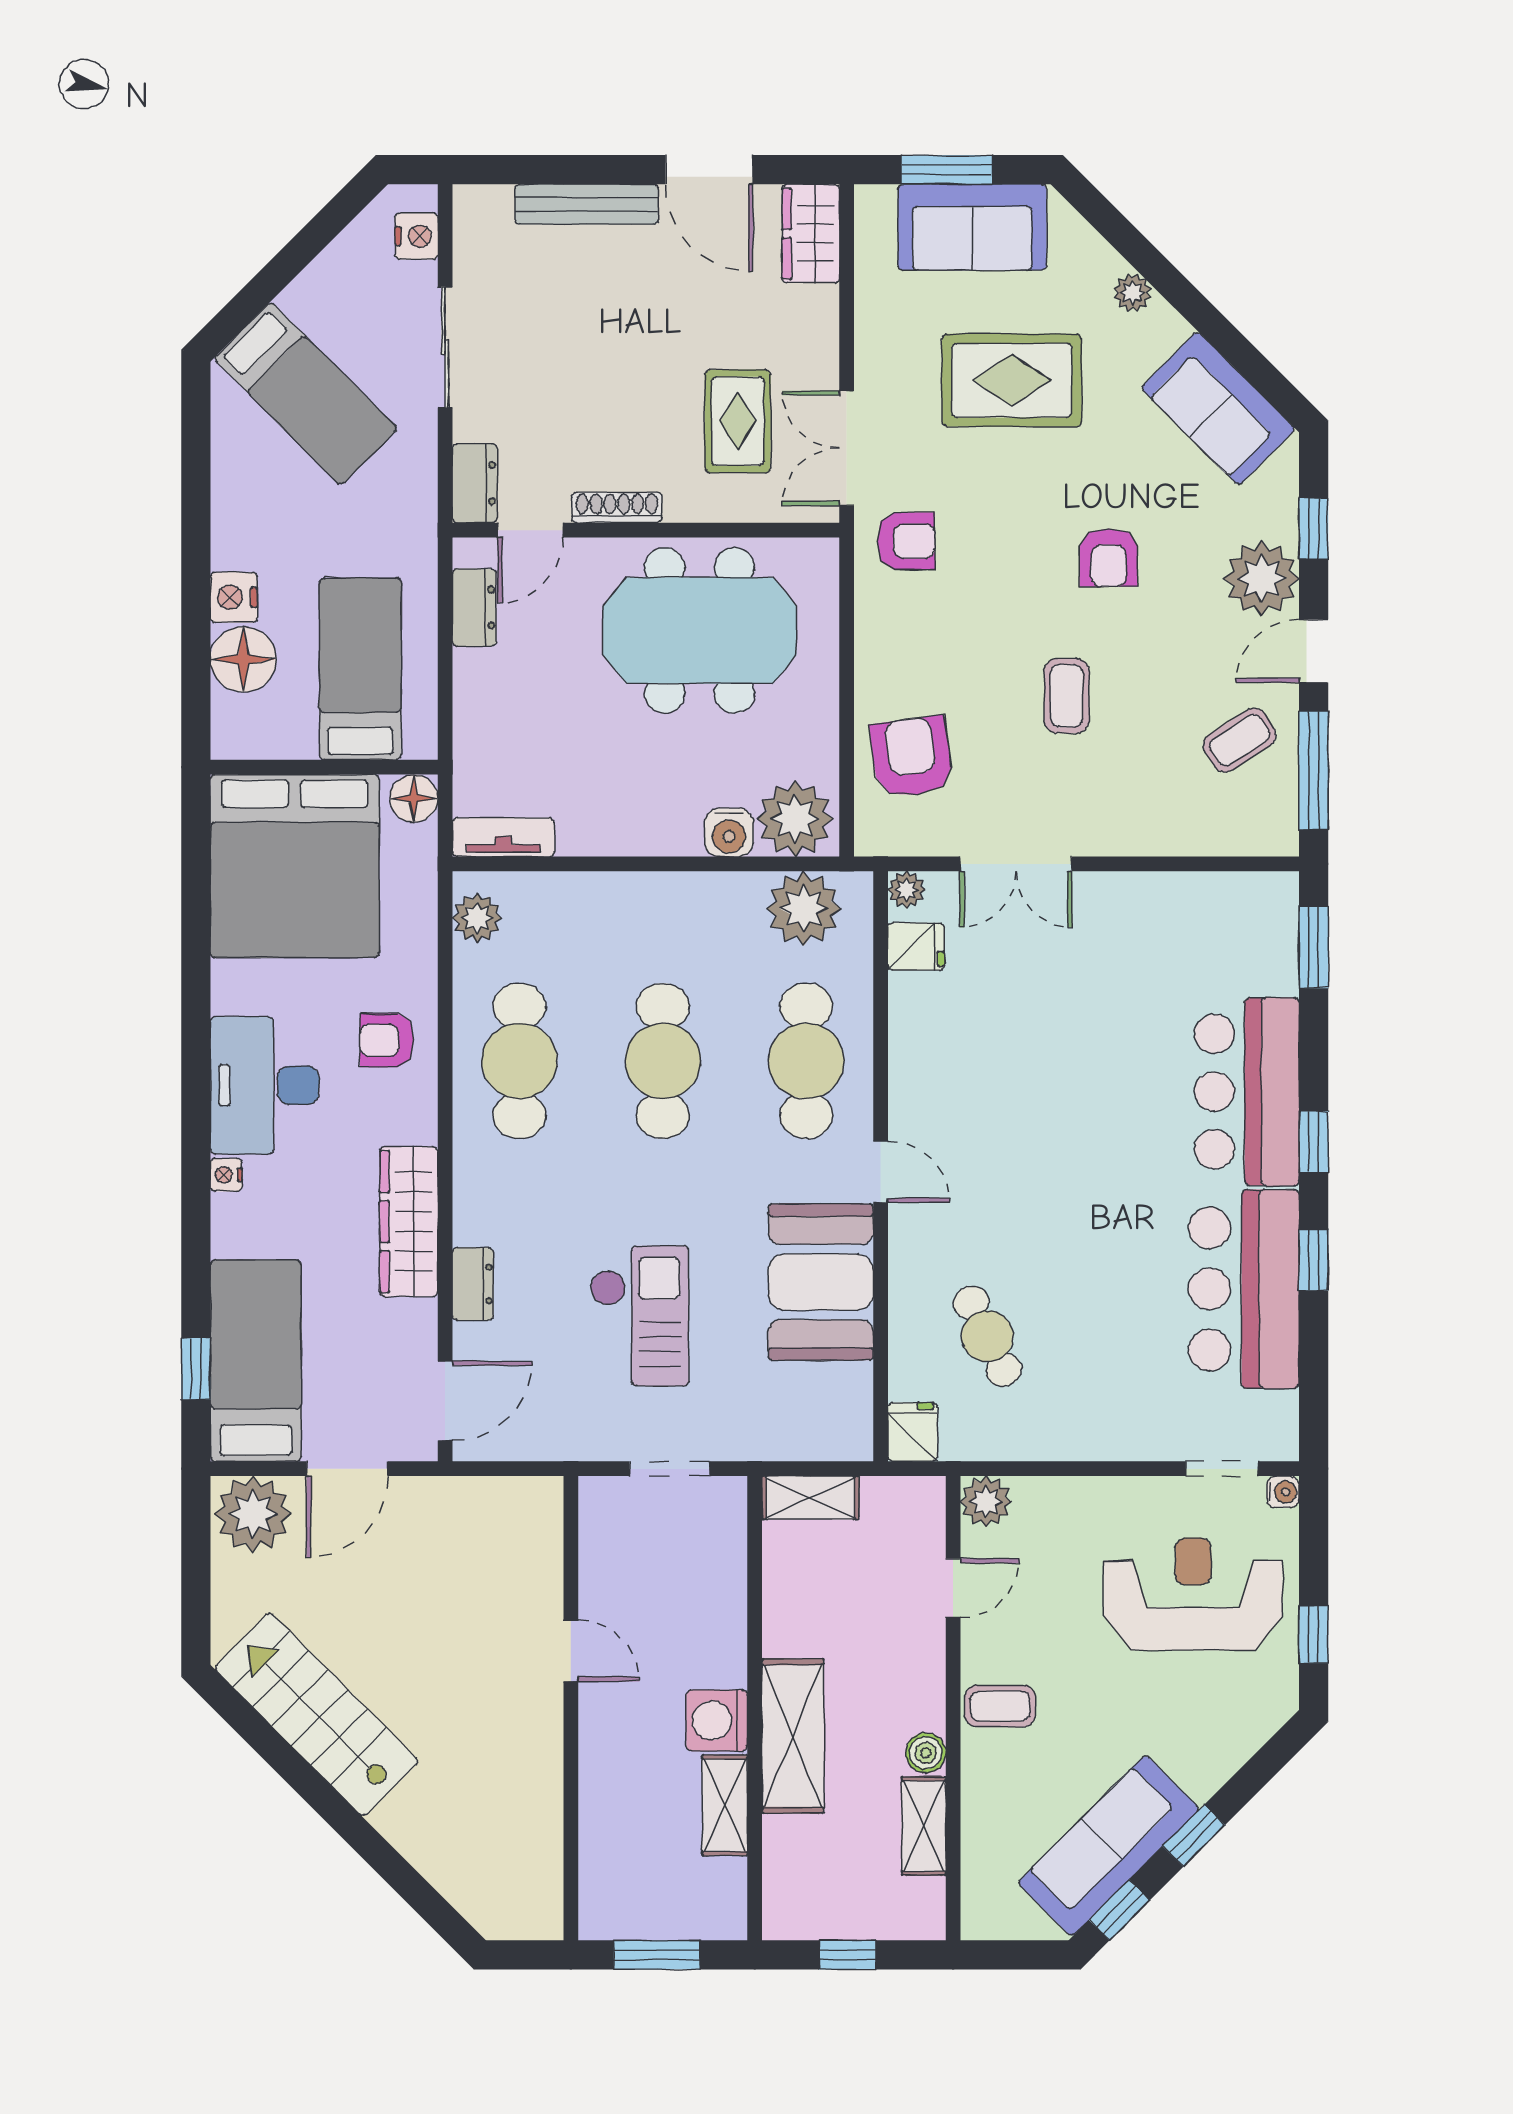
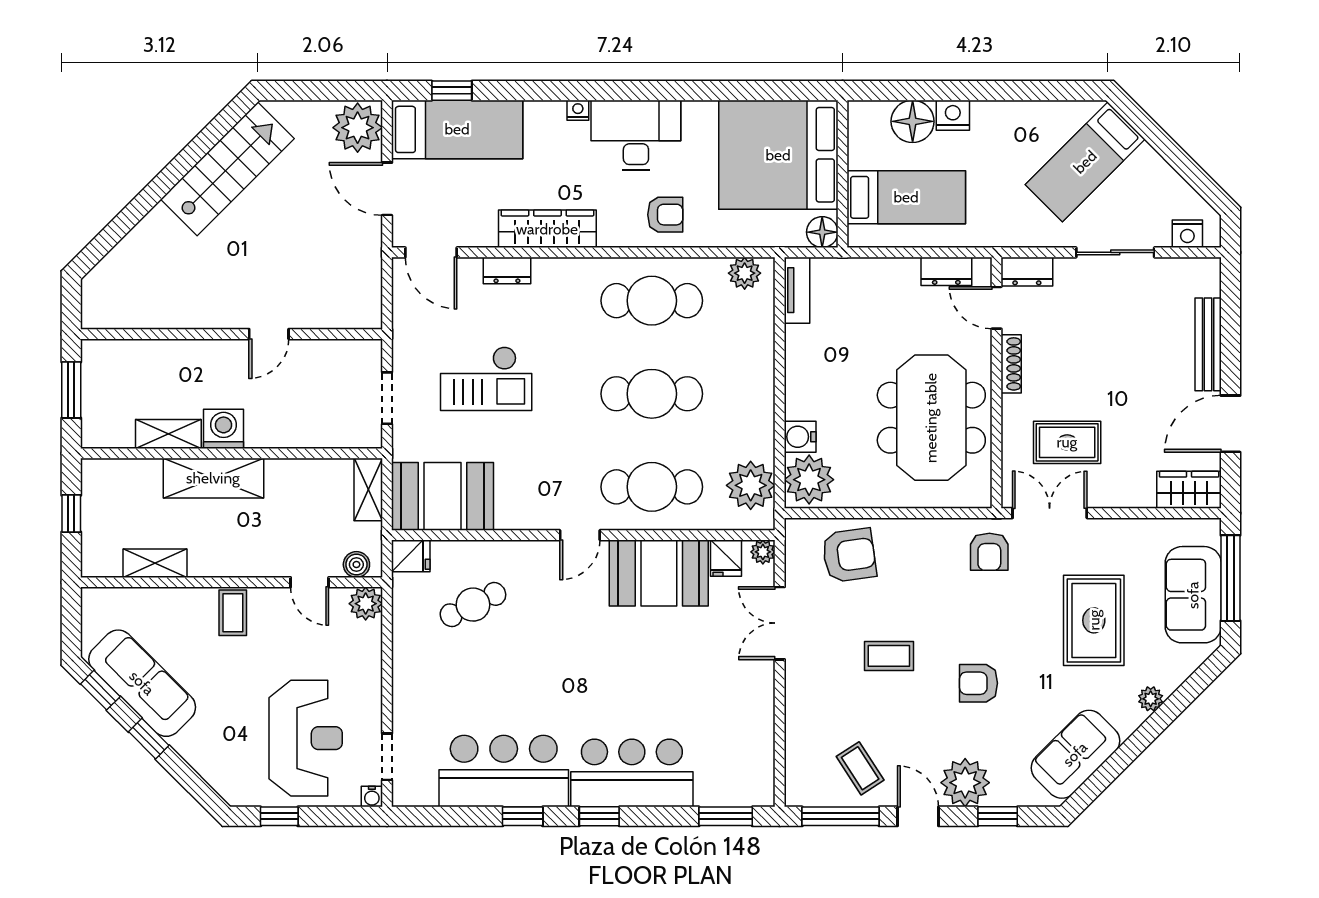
window: (947, 170) -> (1231, 578), width x1.44
armchair: (387, 1040) -> (665, 215), turned 90
booth: (939, 1050) -> (659, 573), added
booth: (821, 1282) -> (442, 496), moved
boiler: (926, 1753) -> (356, 564), moved

